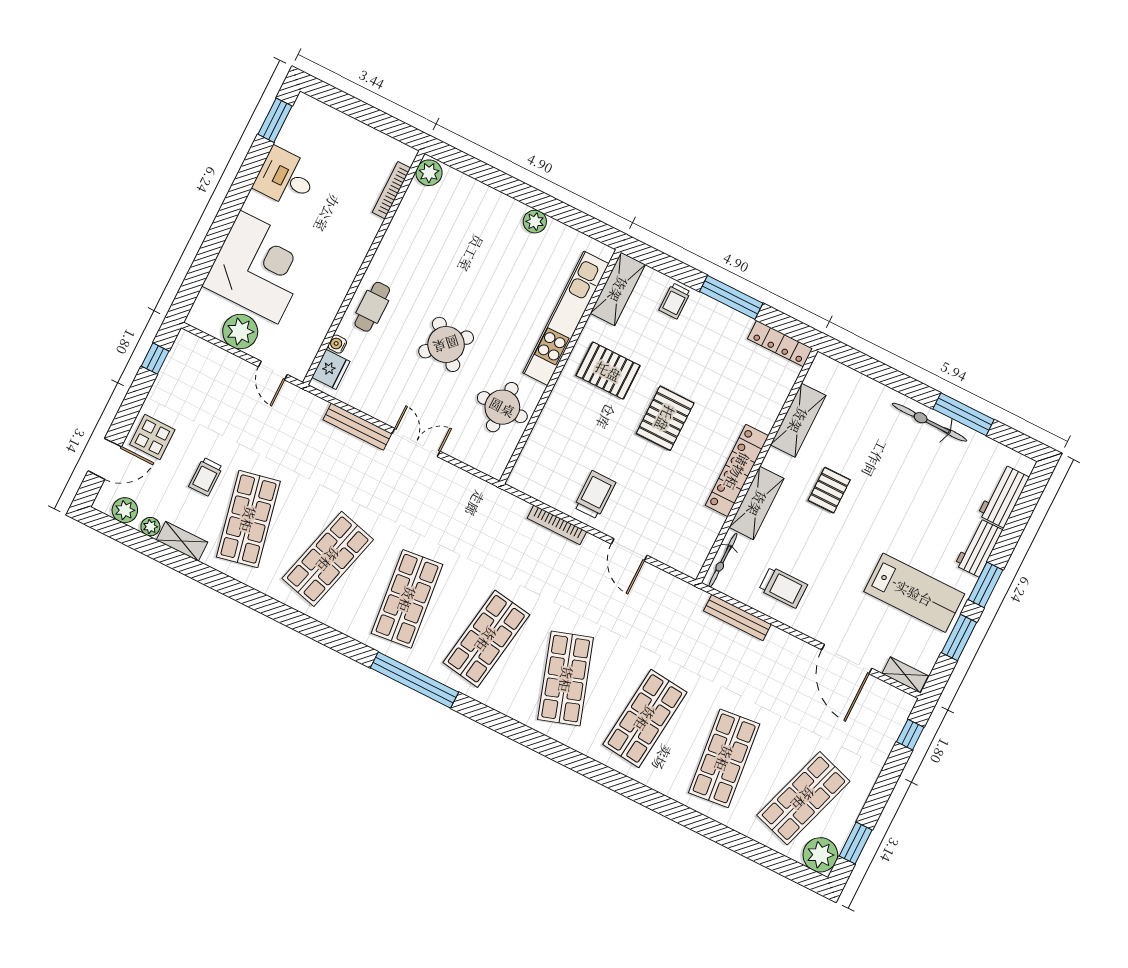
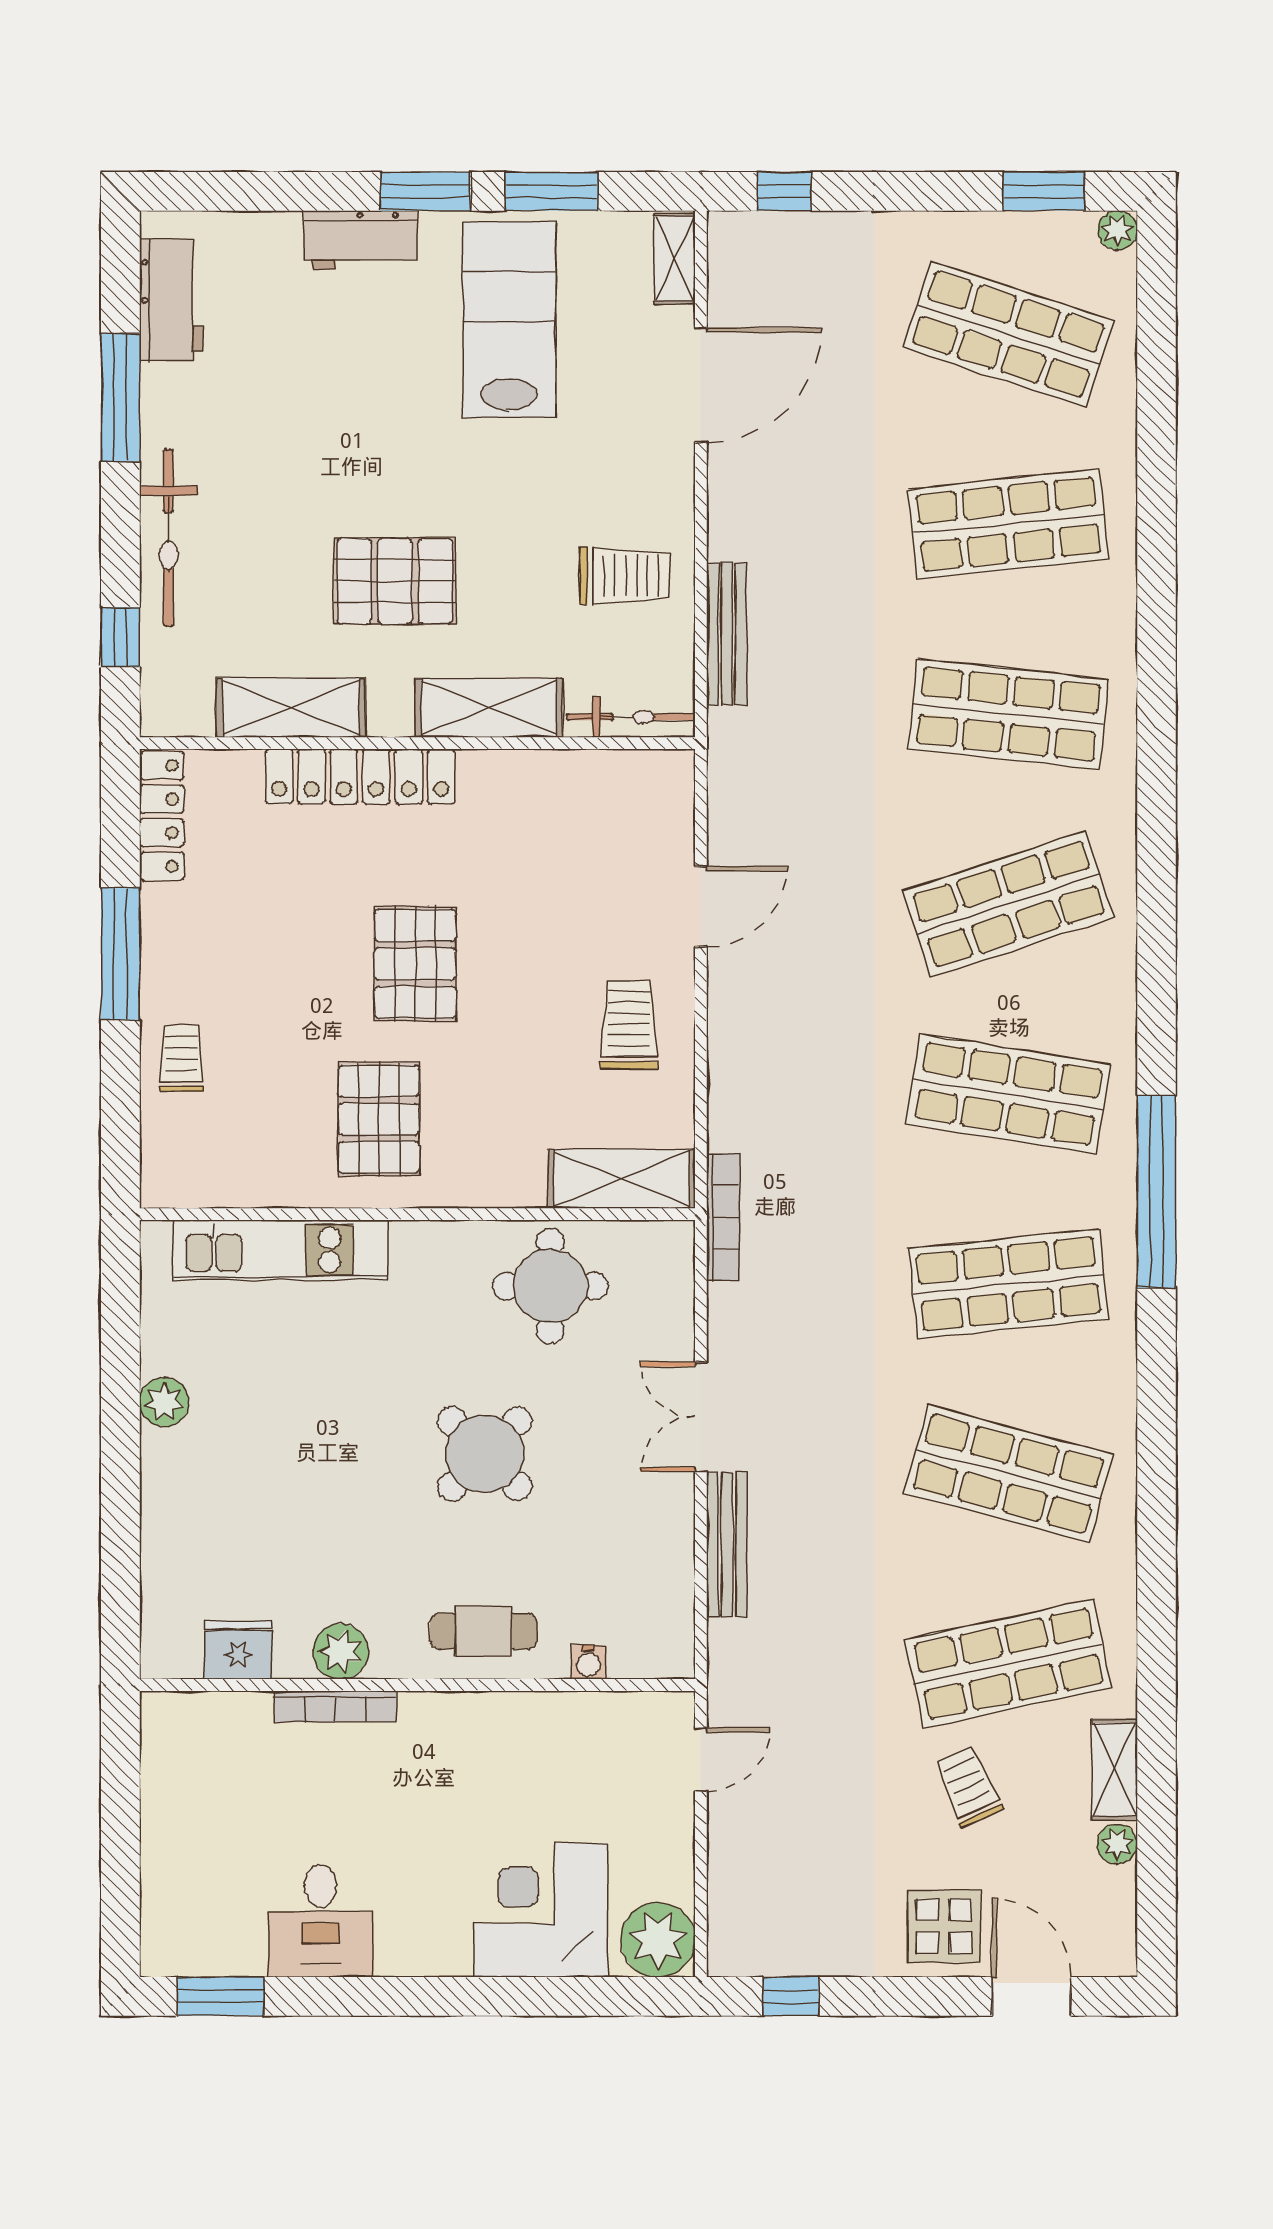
plant: (429, 173) -> (341, 1652), moved
bookcase: (392, 190) -> (335, 1706), moved
corner desk: (259, 267) -> (541, 1910), width x0.74, depth x0.74
shelving: (618, 289) -> (622, 1179), moved
trolley: (675, 301) -> (182, 1058), turned -90
kitchen unit: (566, 318) -> (280, 1250), width x0.73
plant: (240, 332) -> (658, 1940), moved
window: (863, 364) -> (120, 637), added
fridge: (331, 369) -> (238, 1650), moved
pallet: (665, 418) -> (415, 964), turned 90
bicycle: (929, 422) -> (168, 538), moved
locker: (737, 471) -> (360, 776), moved
trolley: (206, 477) -> (968, 1786), turned -114
pallet: (829, 490) -> (395, 581), width x1.50, depth x1.42
trolley: (595, 495) -> (629, 1025), turned 90
workbench: (1003, 496) -> (171, 300), moved, turned -90
plant: (125, 510) -> (1110, 1909), removed
bookcase: (557, 525) -> (723, 1217), moved
trolley: (783, 587) -> (625, 576), turned 90
plant: (820, 855) -> (1118, 230), width x0.53, depth x0.53

